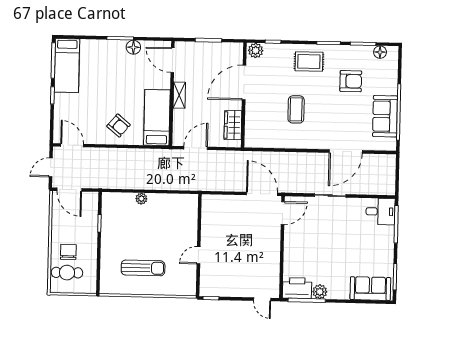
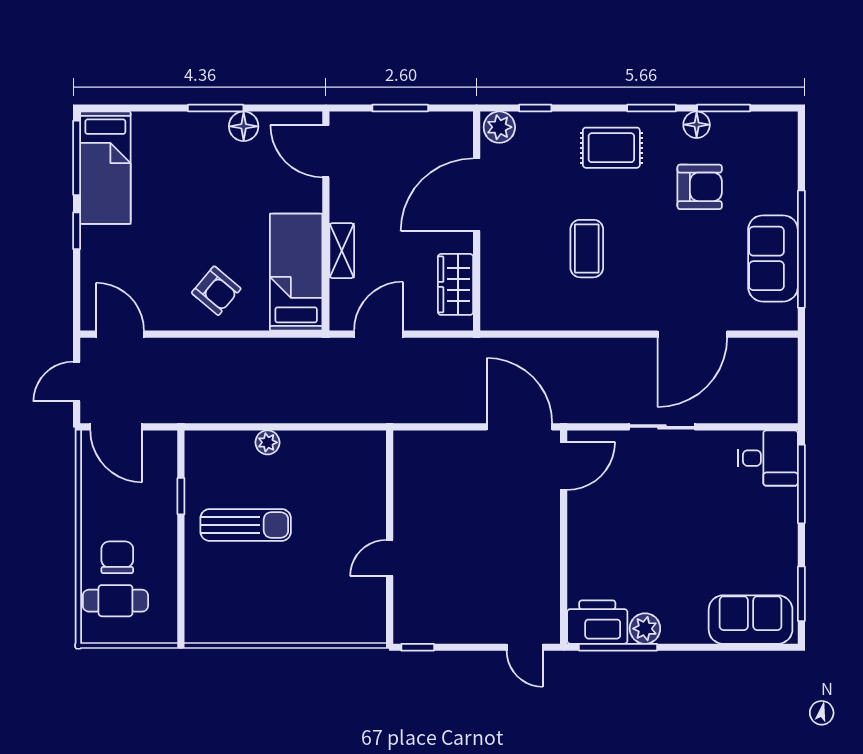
floor lamp: (380, 52) -> (697, 125), moved
shelving: (179, 95) -> (342, 251), moved
sun lounger: (143, 268) -> (246, 525), moved

